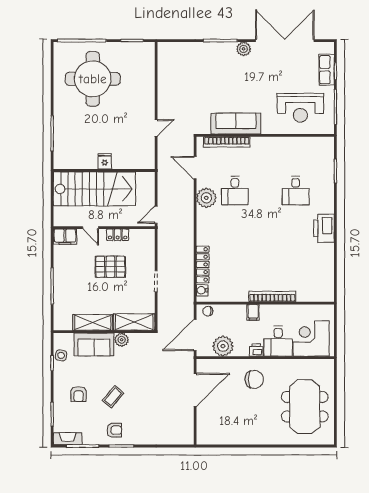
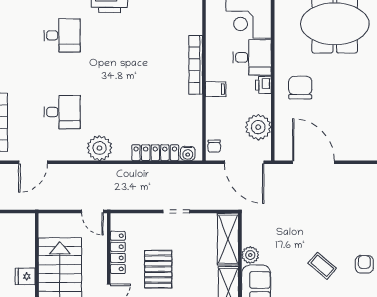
plant: (206, 198) -> (100, 148), moved
locker: (118, 235) -> (118, 252), width x1.53

